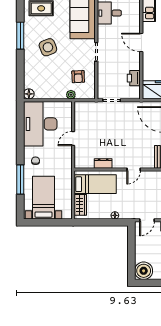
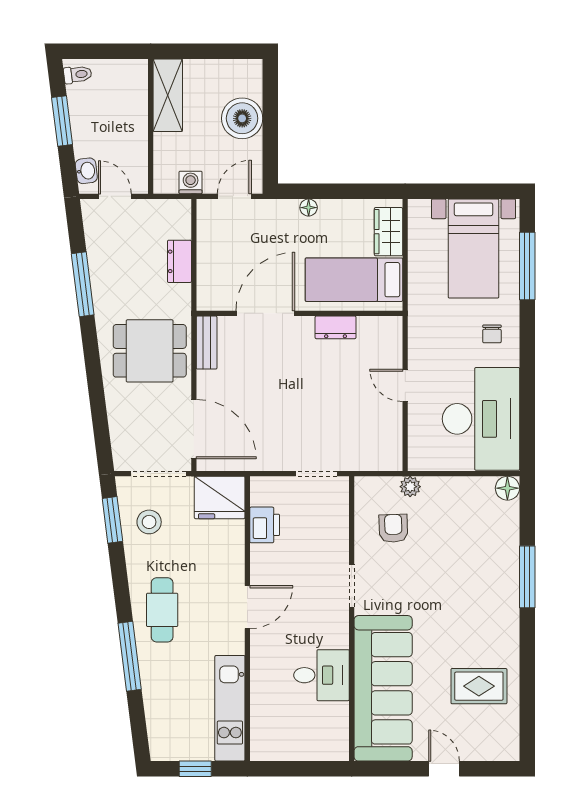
window: (20, 36) -> (527, 577), moved
door: (141, 43) -> (247, 607), hinge flipped
side table: (48, 47) -> (463, 596), removed
door: (73, 138) -> (405, 385), swing flipped
door: (134, 170) -> (265, 313), width x1.87
window: (20, 180) -> (527, 266), moved
boiler: (144, 271) -> (242, 118), moved

